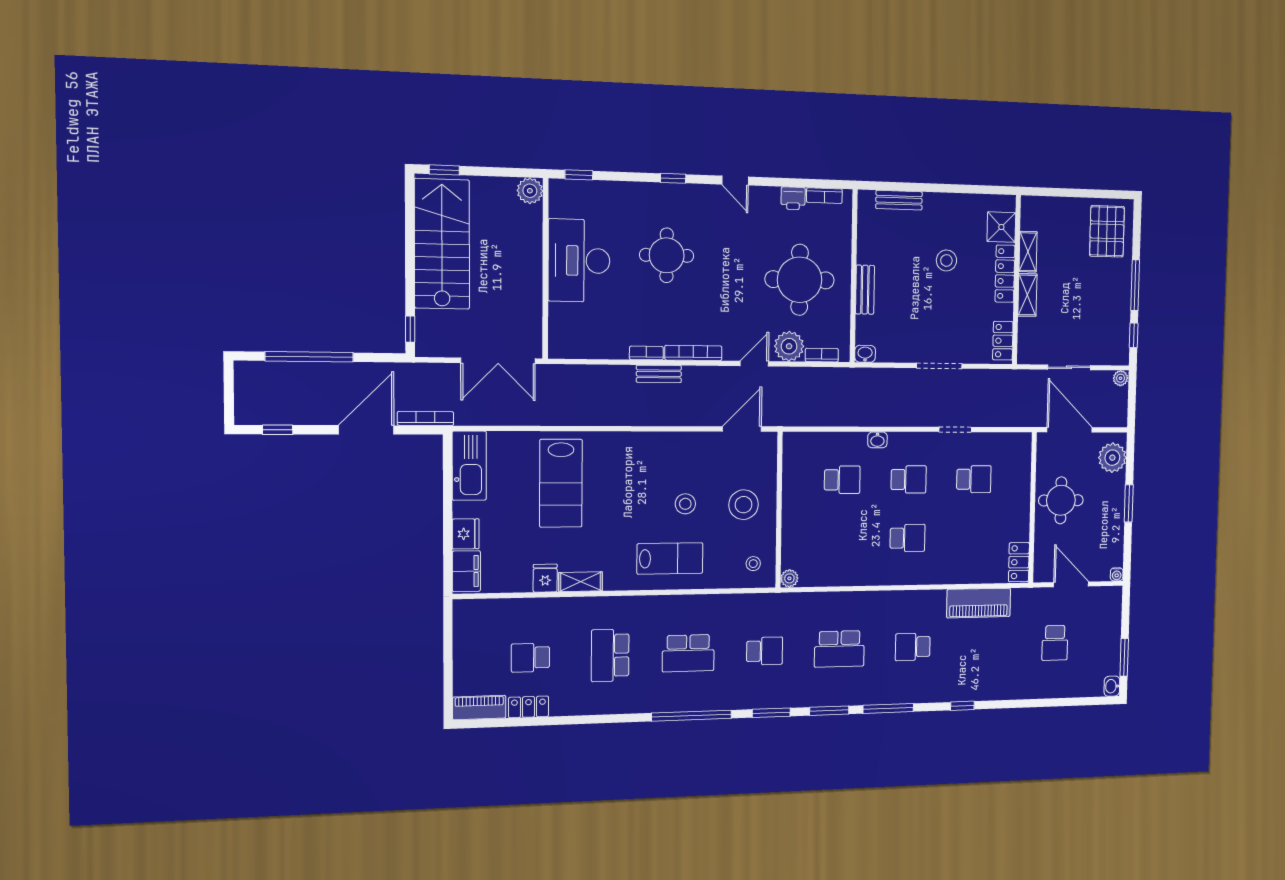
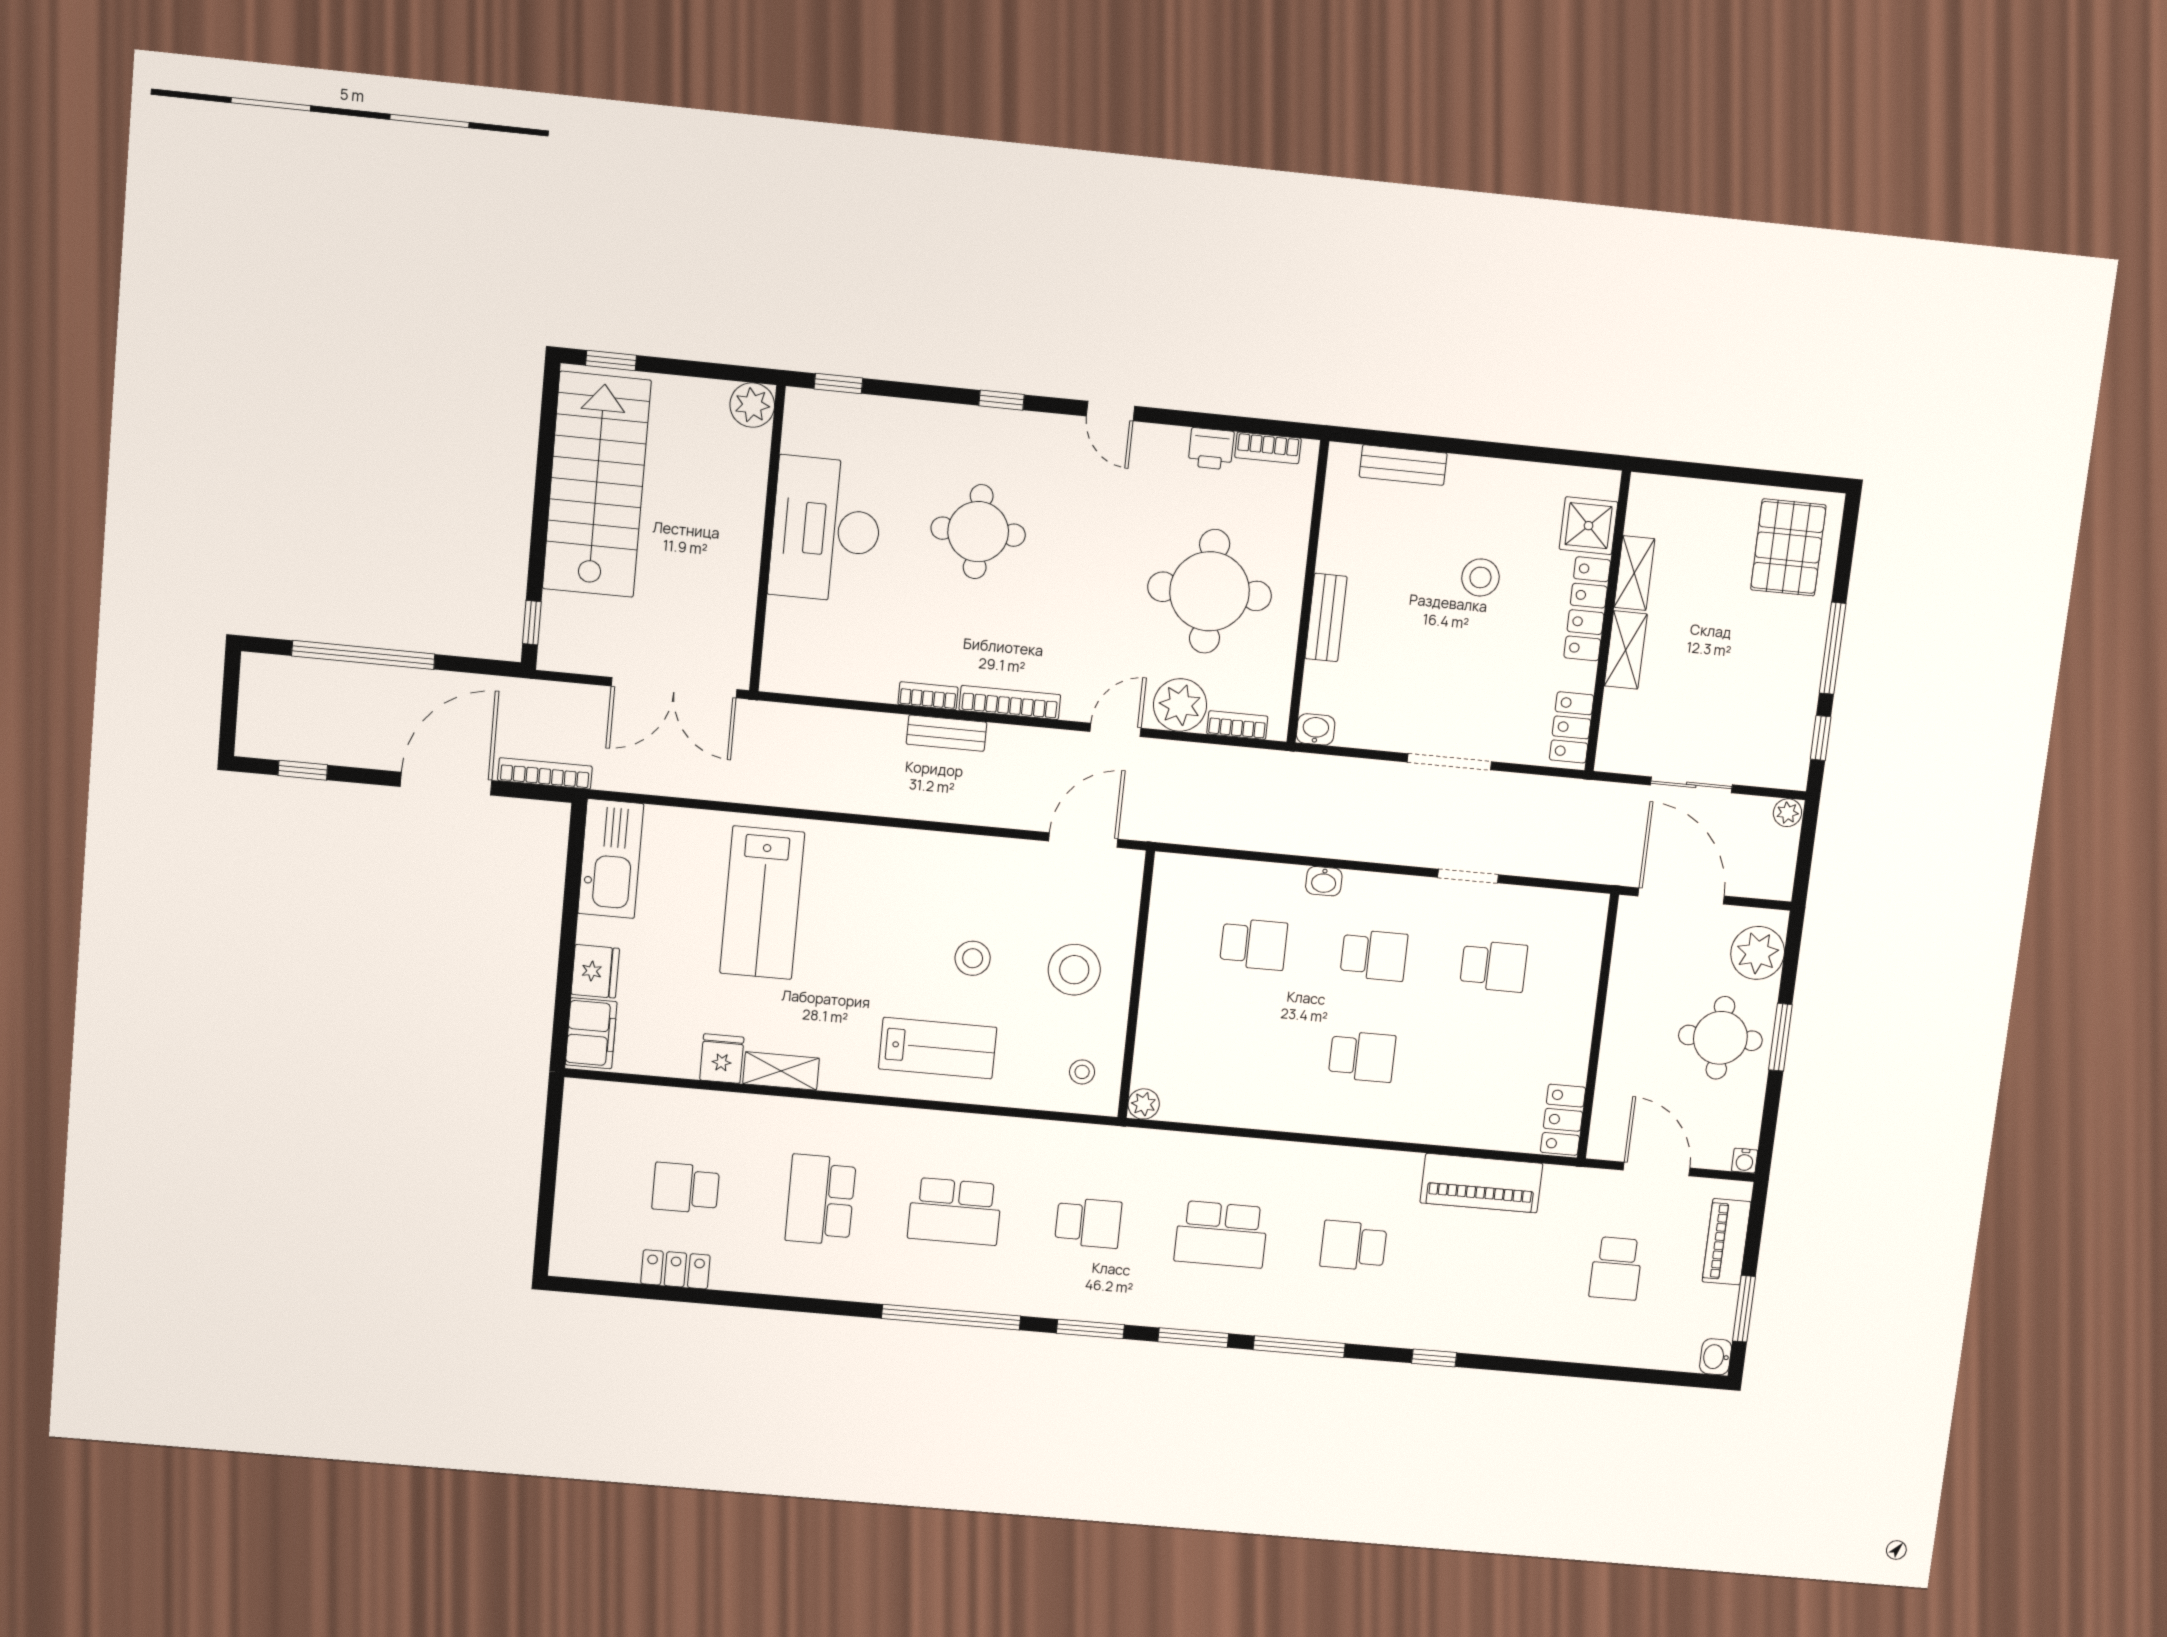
round table: (1061, 500) -> (1720, 1038), moved
piano: (479, 708) -> (1727, 1242), moved, turned -90

